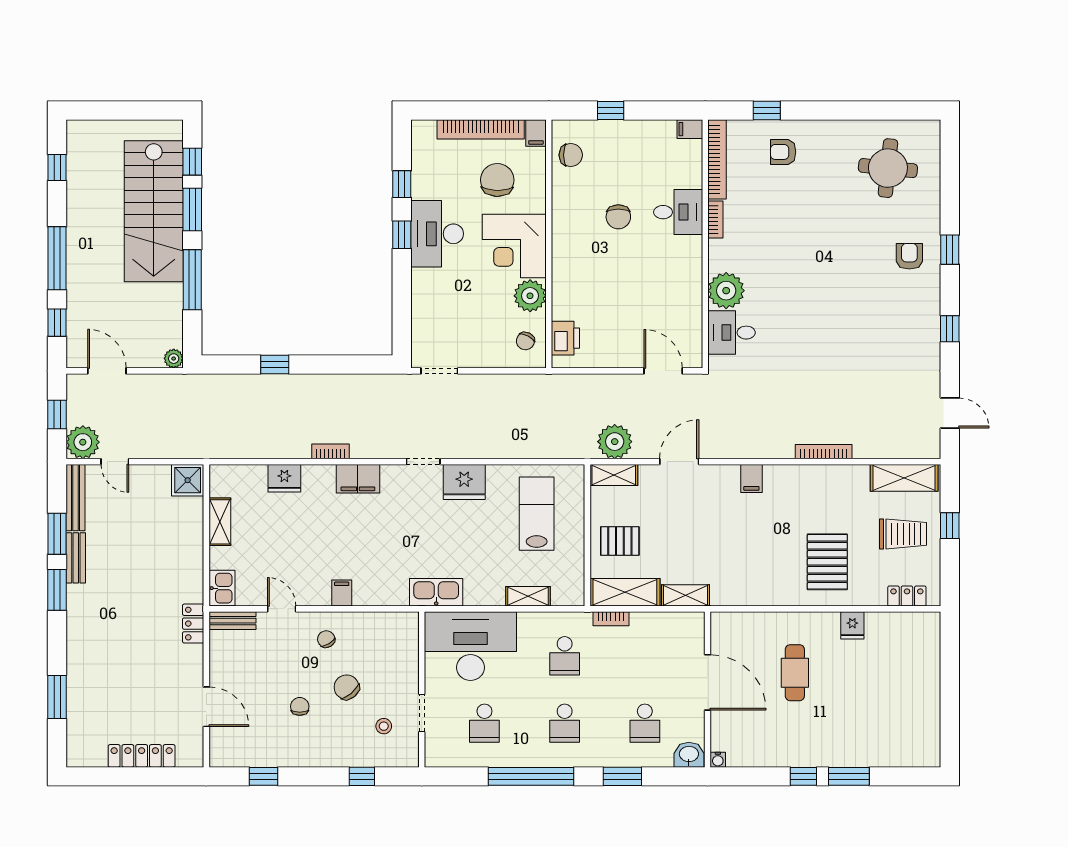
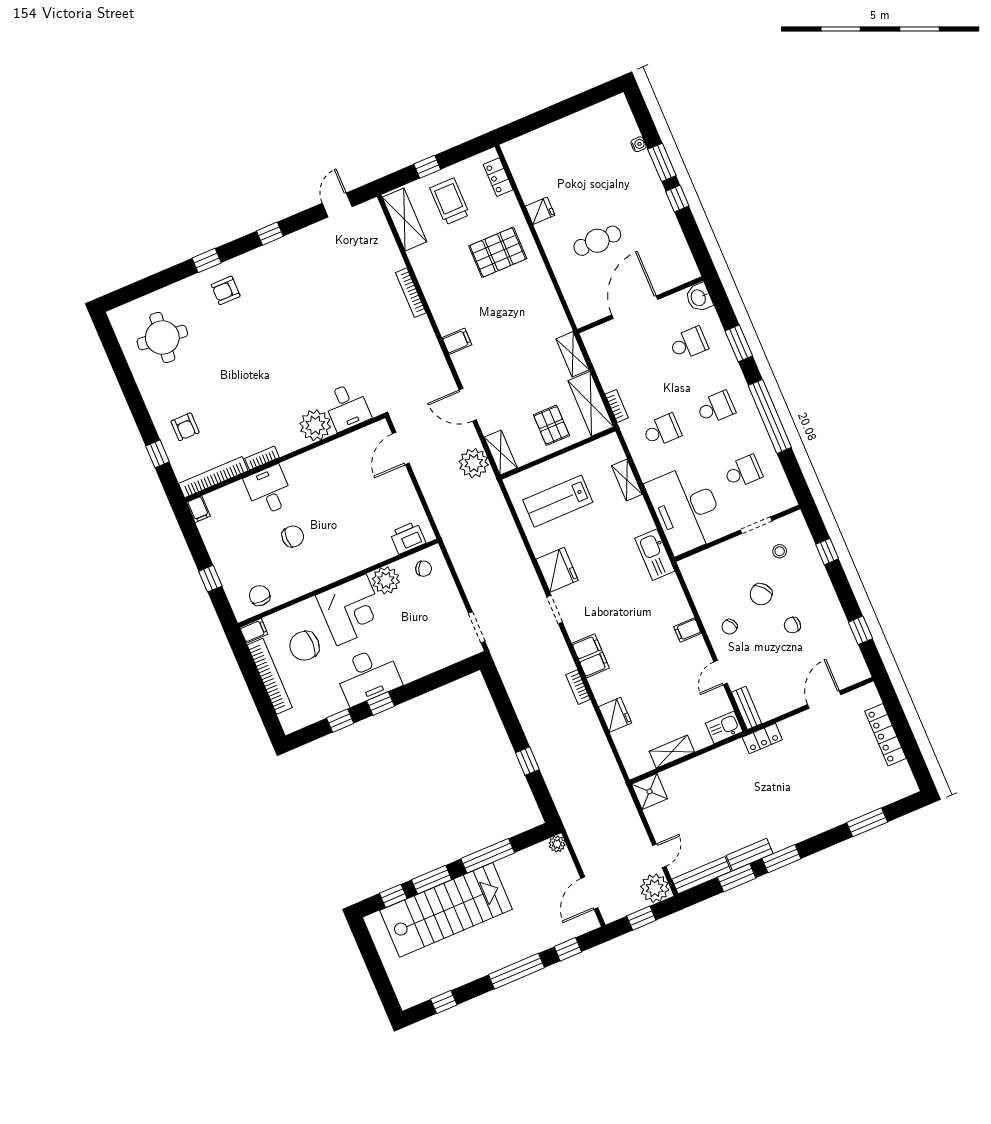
water cooler: (718, 760) -> (638, 144), moved

